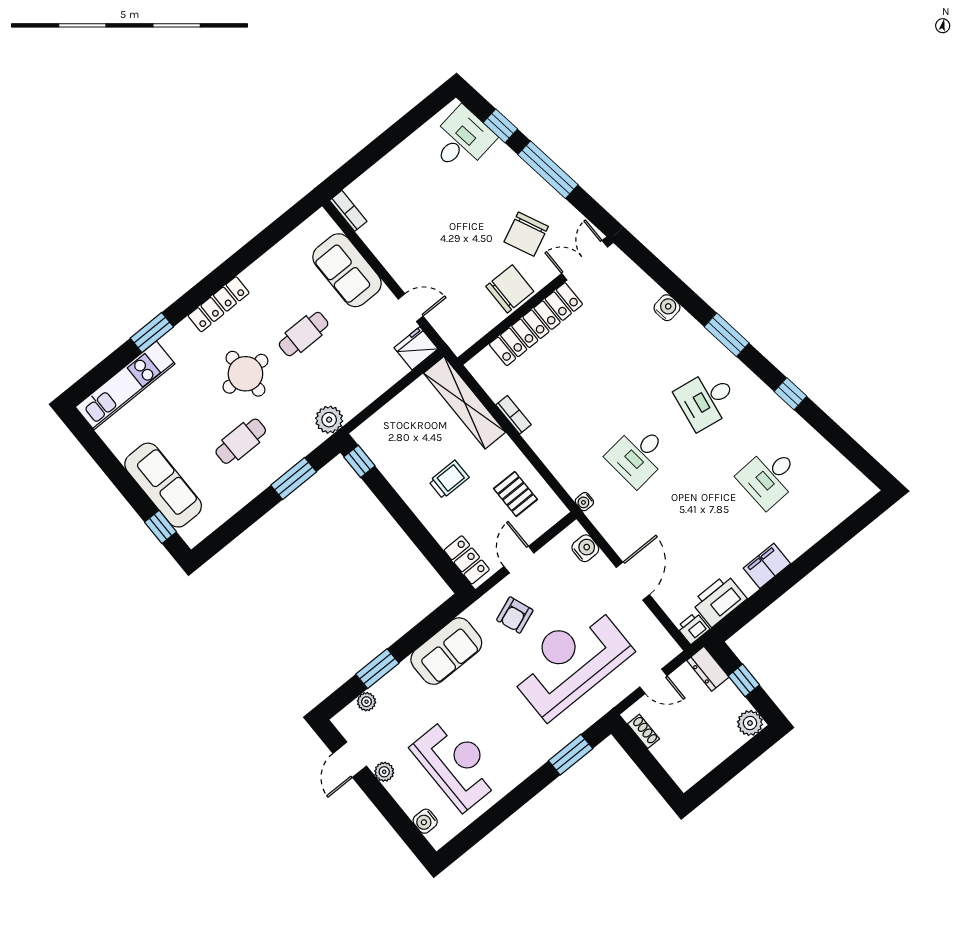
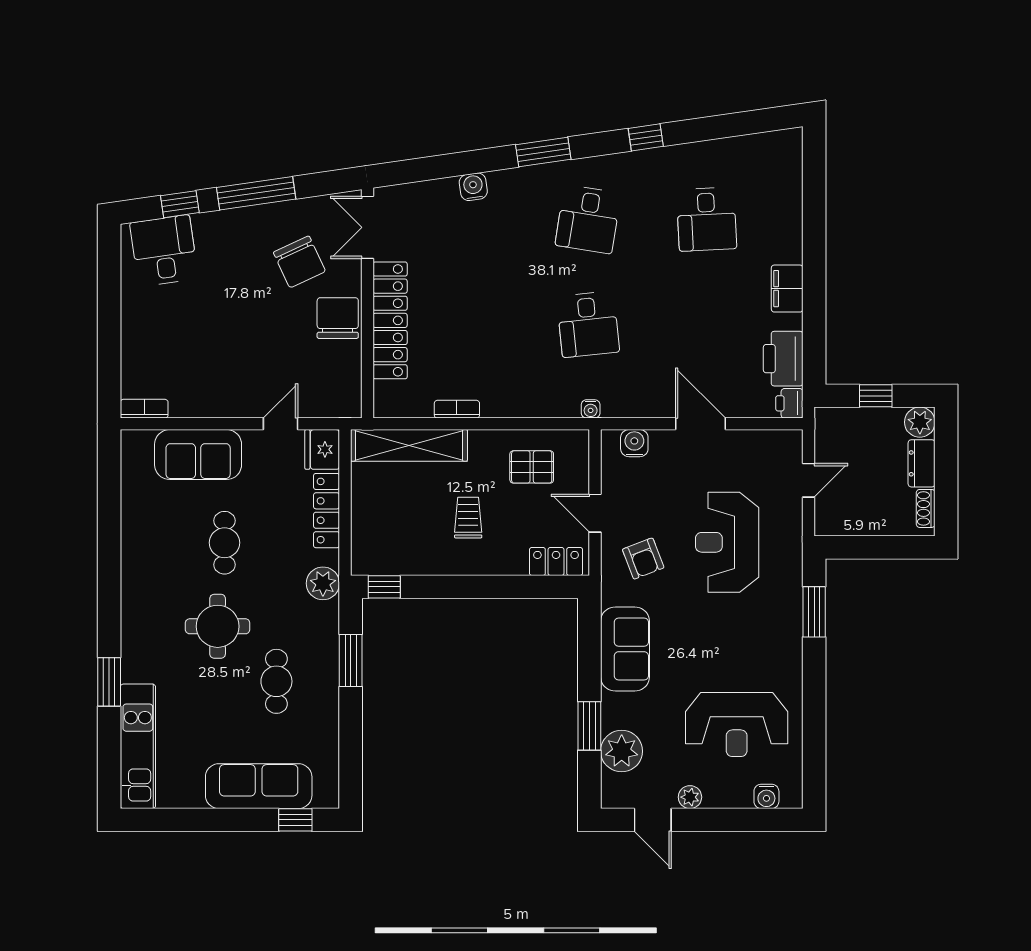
locker: (219, 304) -> (327, 511), moved, turned 180
reception desk: (570, 661) -> (727, 542), width x0.74, depth x0.77
dresser: (708, 669) -> (922, 463), moved, turned 90
plant: (366, 702) -> (622, 751), width x1.88, depth x1.88
shoe rack: (644, 731) -> (926, 508), moved, turned -90
reception desk: (456, 764) -> (737, 725), turned 180

